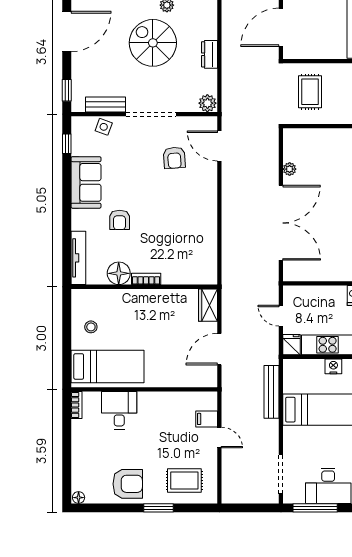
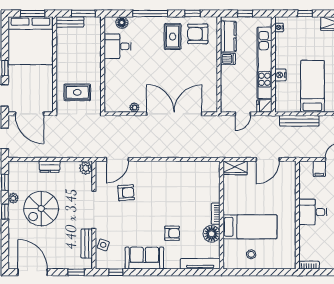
door: (219, 349) -> (268, 159), hinge flipped
bed: (107, 366) -> (250, 227), moved, turned 90
desk: (119, 410) -> (313, 212), moved

